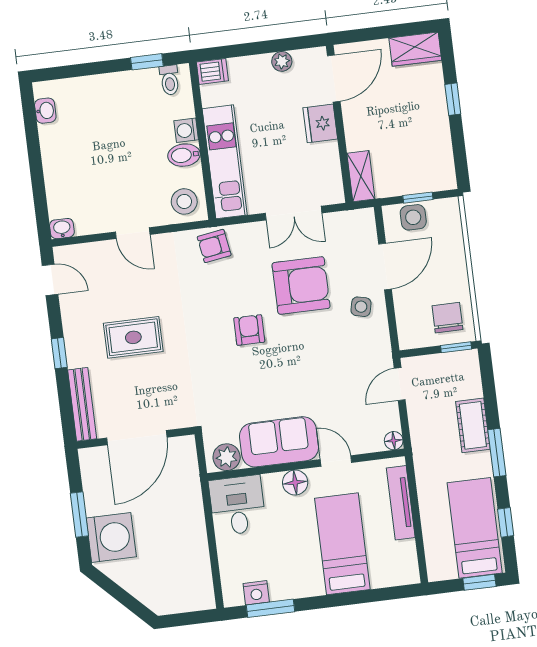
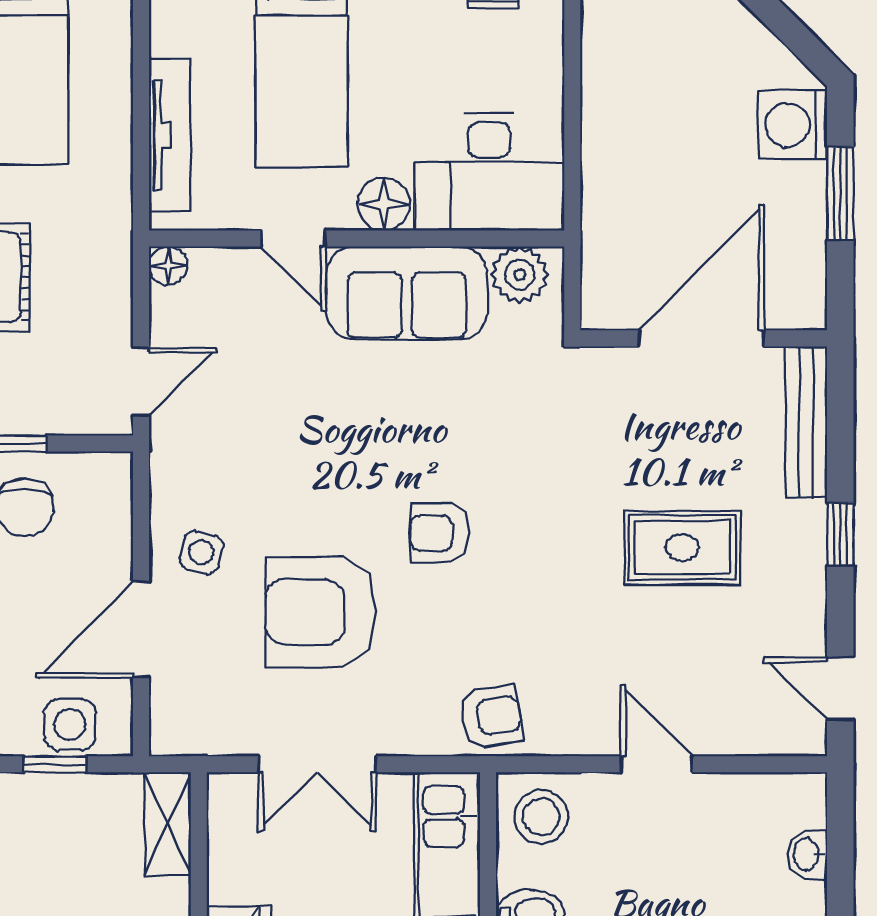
double door: (294, 213) -> (317, 764), swing flipped
washbasin: (62, 229) -> (807, 854), moved, turned 90
armchair: (249, 330) -> (440, 533), turned 90
desk: (237, 505) -> (489, 172), width x1.37
washing machine: (111, 537) -> (793, 125), width x0.73, depth x0.73

